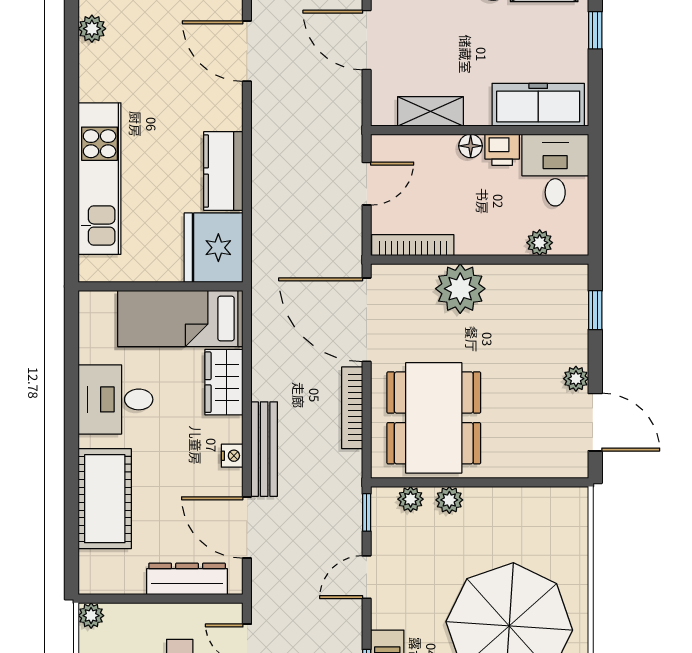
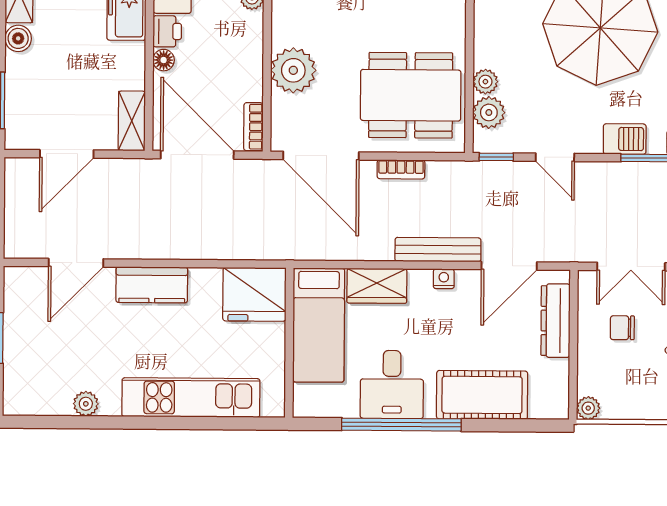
plant: (92, 29) -> (86, 404), moved
shelving: (431, 111) -> (132, 121), moved
kitchen counter: (223, 171) -> (152, 285), moved
door: (367, 184) -> (197, 155), width x1.88
bookcase: (413, 245) -> (253, 127), width x0.64
door: (367, 320) -> (321, 156), hinge flipped
bookcase: (352, 408) -> (401, 169), width x0.64
window: (72, 410) -> (401, 425), added
plant: (411, 499) -> (489, 112), width x1.38, depth x1.38

